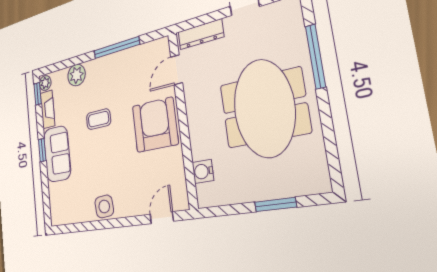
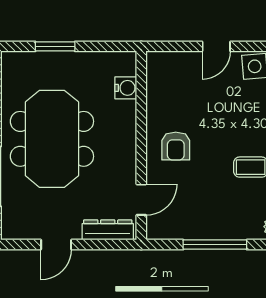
armchair: (155, 125) -> (176, 146), width x0.53, depth x0.53
door: (162, 218) -> (216, 46), moved

